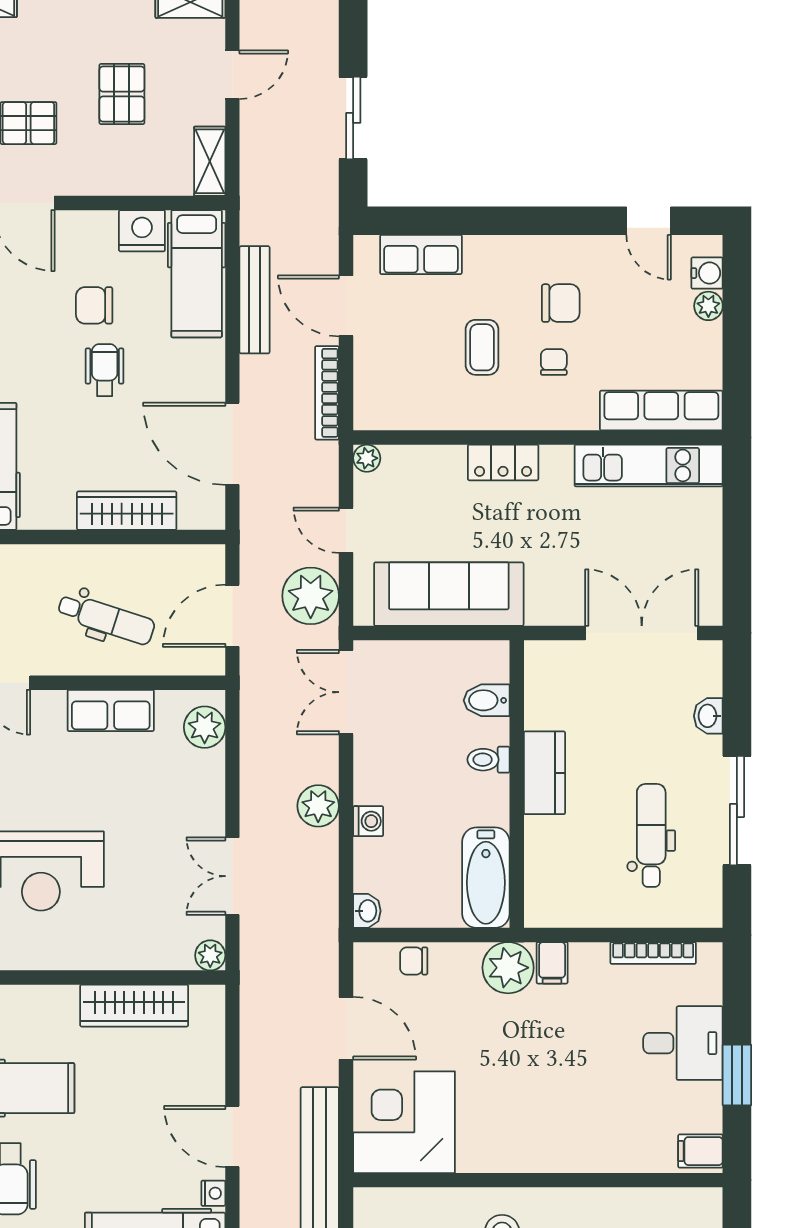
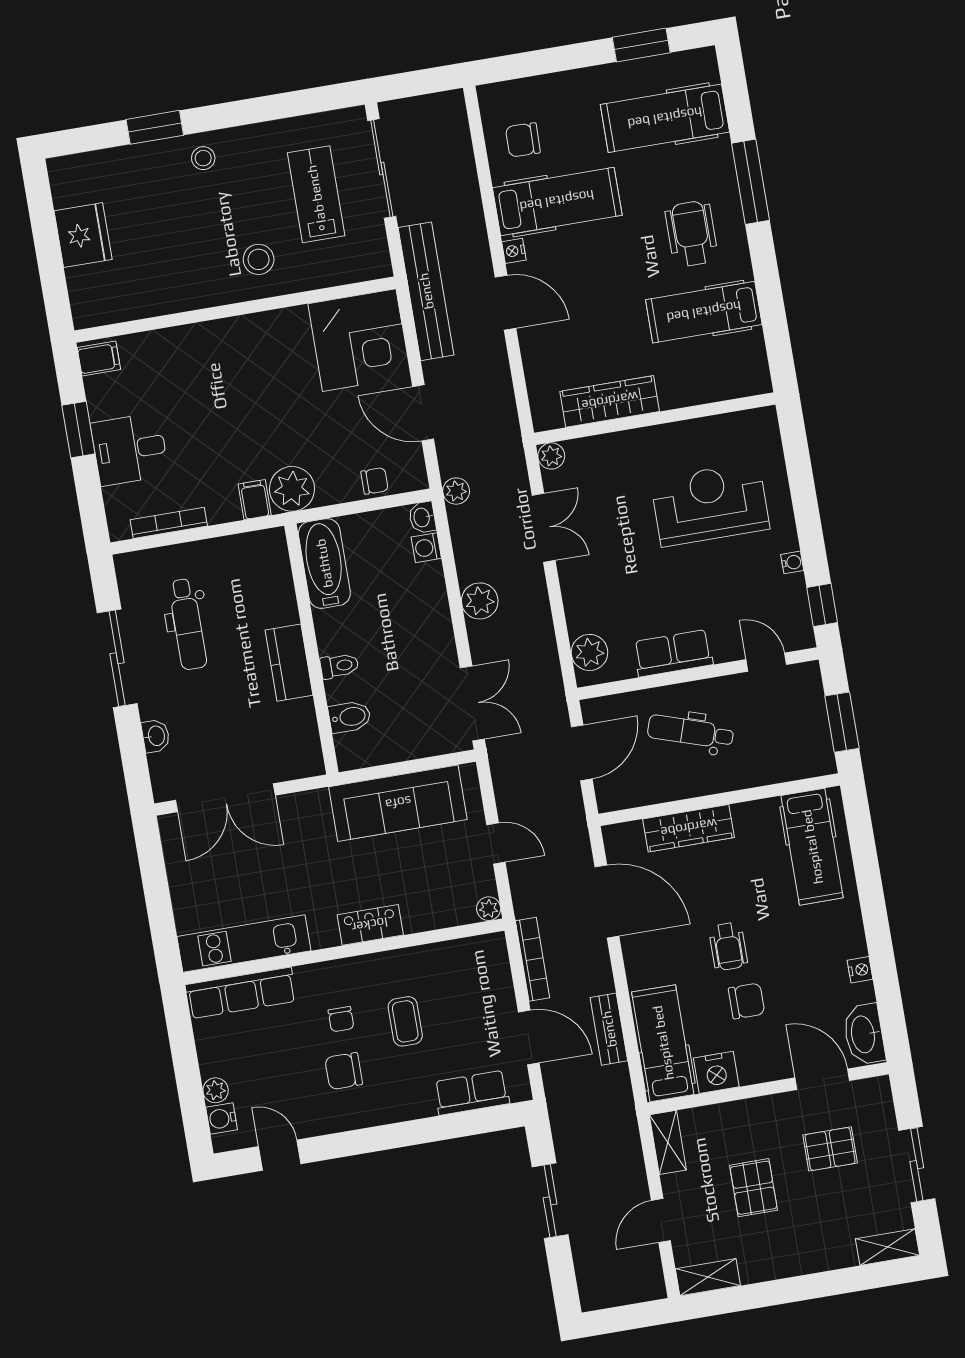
bench: (255, 300) -> (609, 1029), width x0.73
plant: (311, 596) -> (456, 491), moved, width x0.53, depth x0.53
washing machine: (368, 821) -> (426, 548), moved

